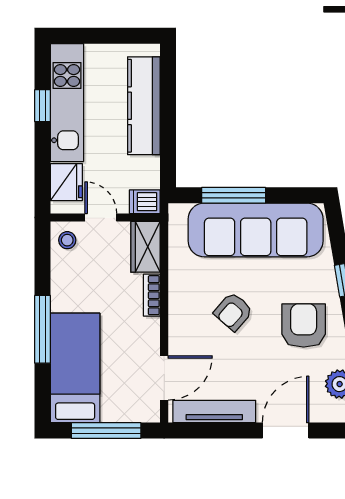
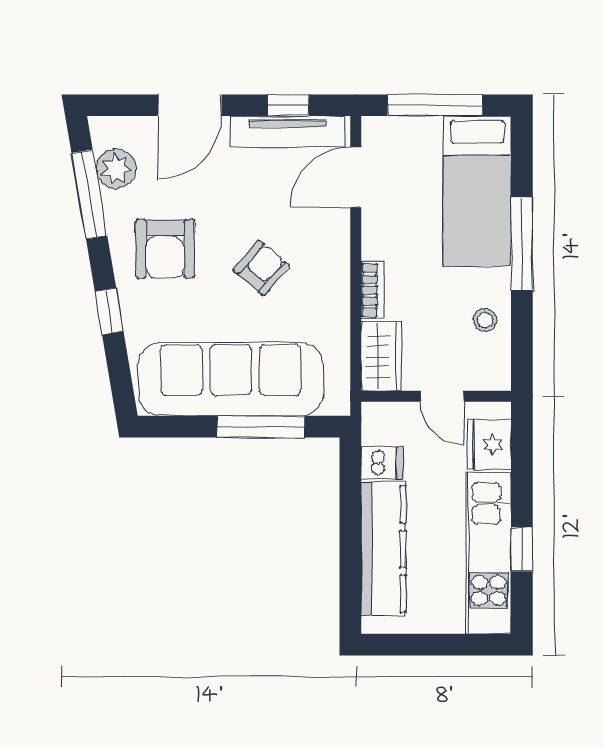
dishwasher: (145, 202) -> (382, 463), moved
stool: (67, 240) -> (485, 320), moved
window: (213, 431) -> (288, 105), added

